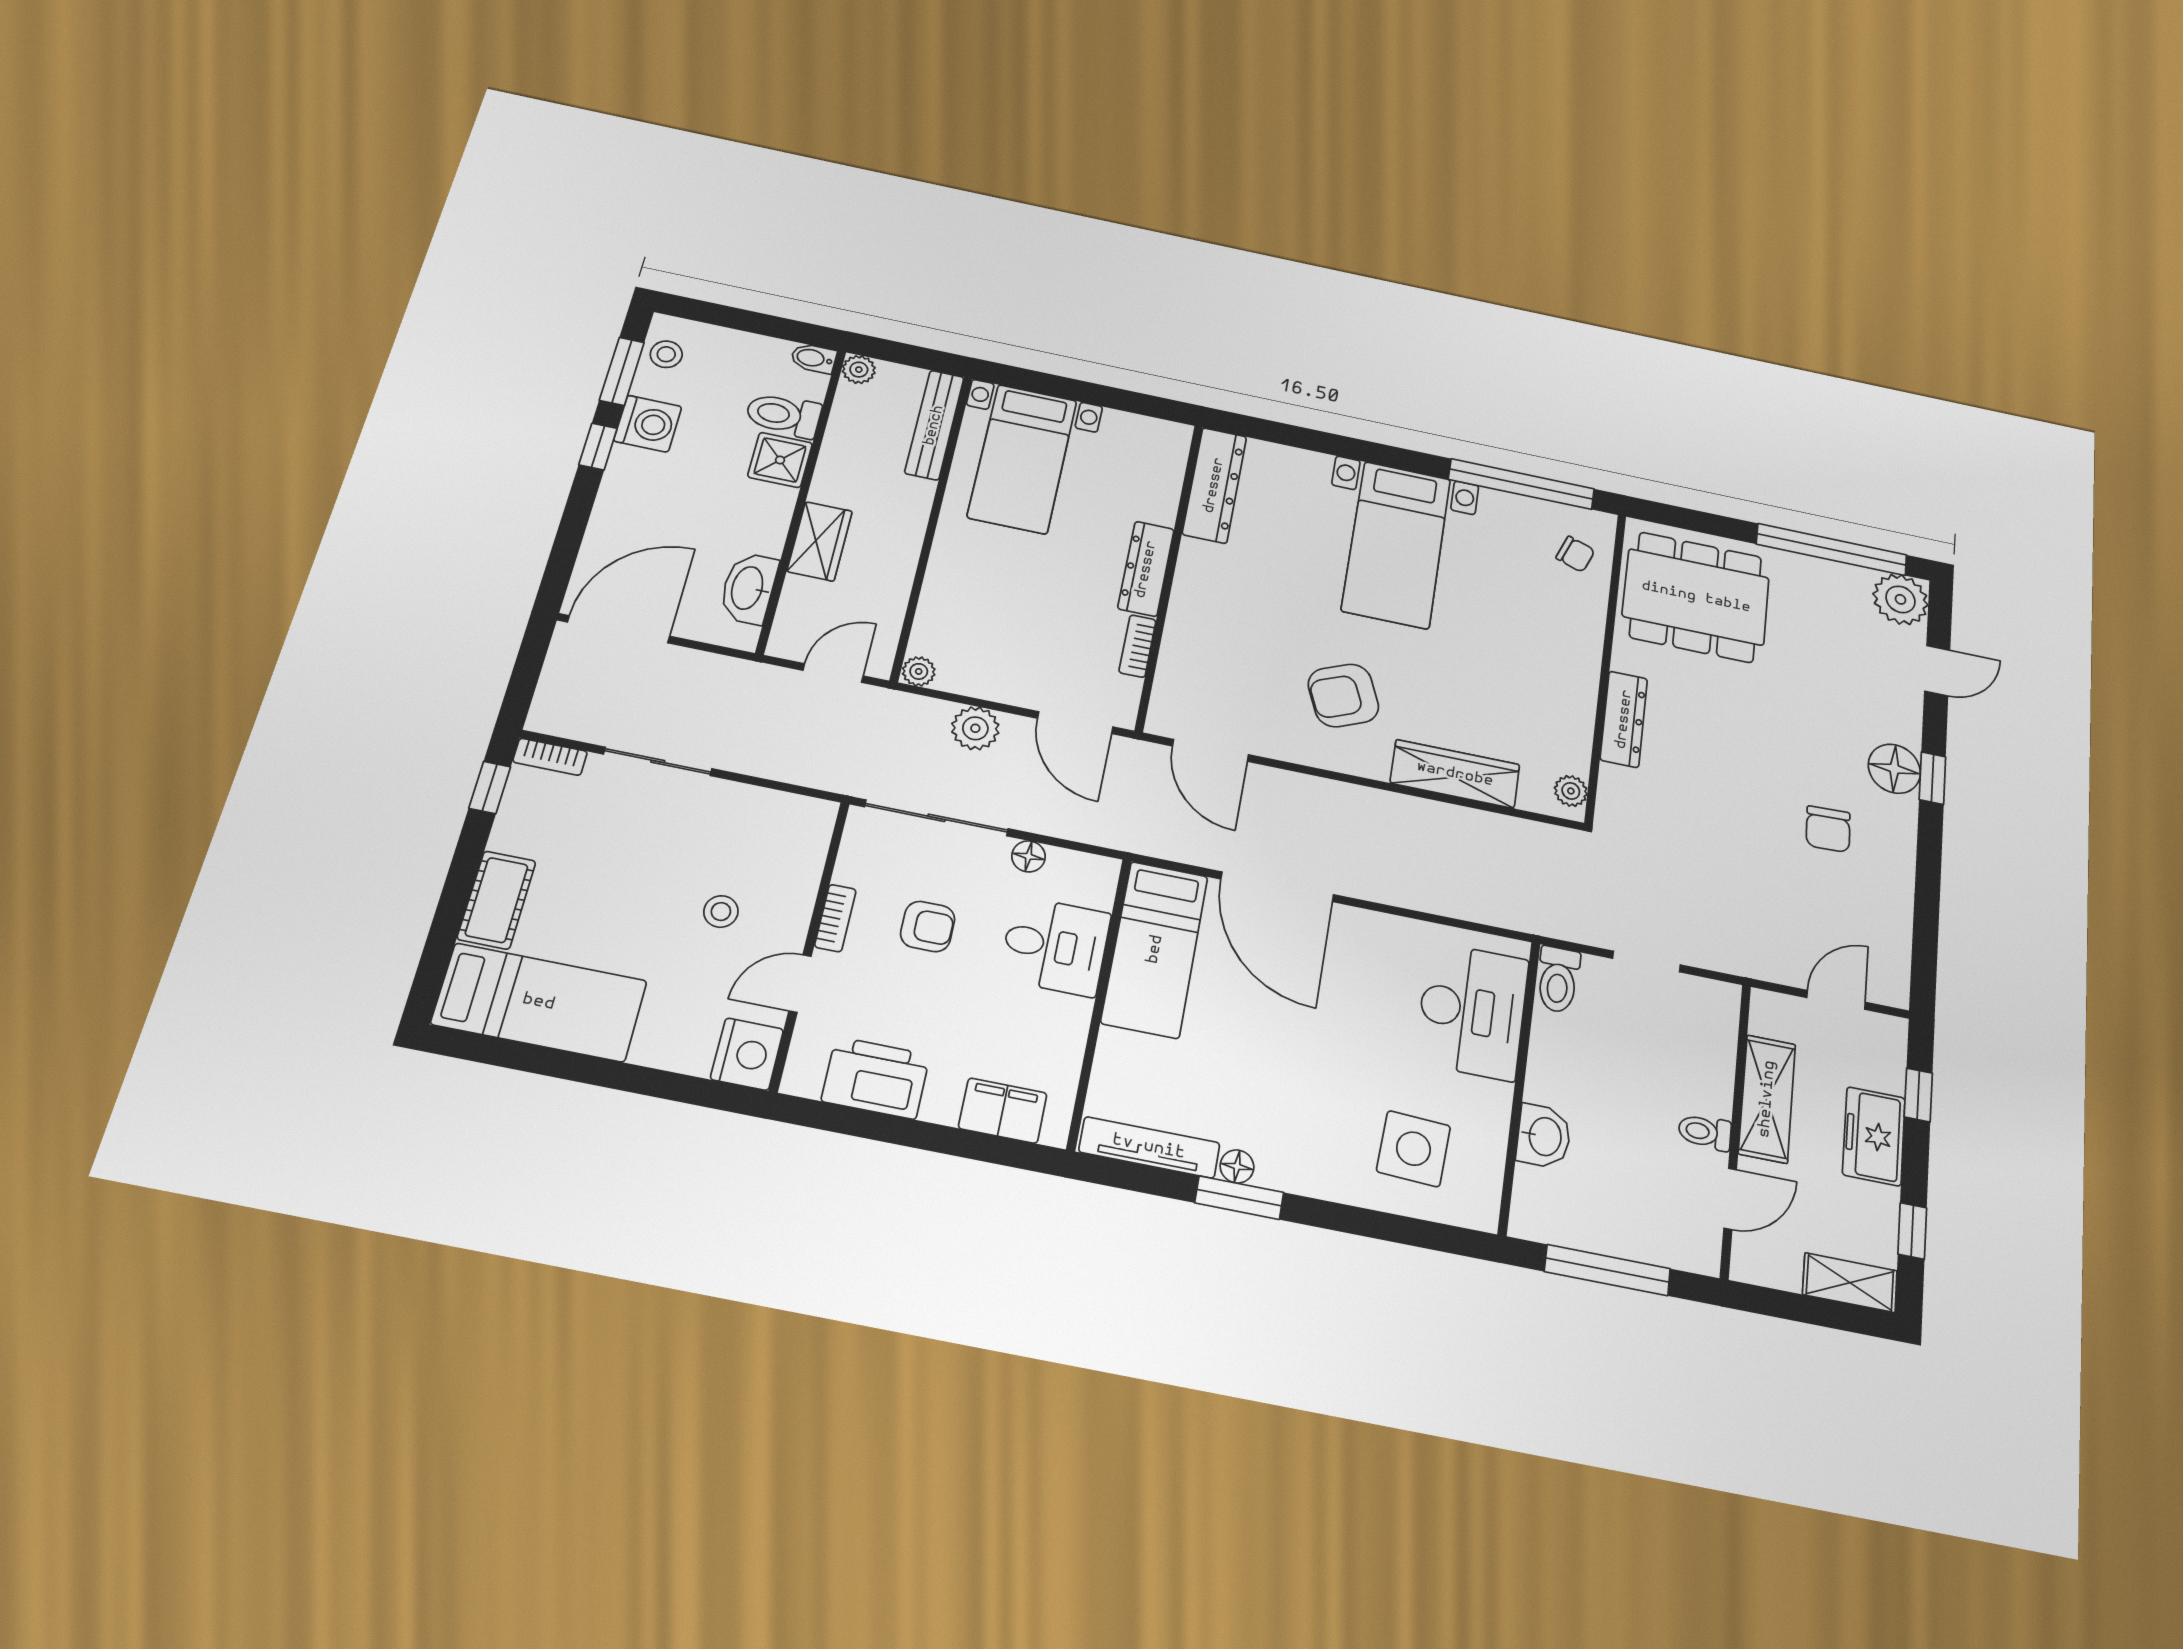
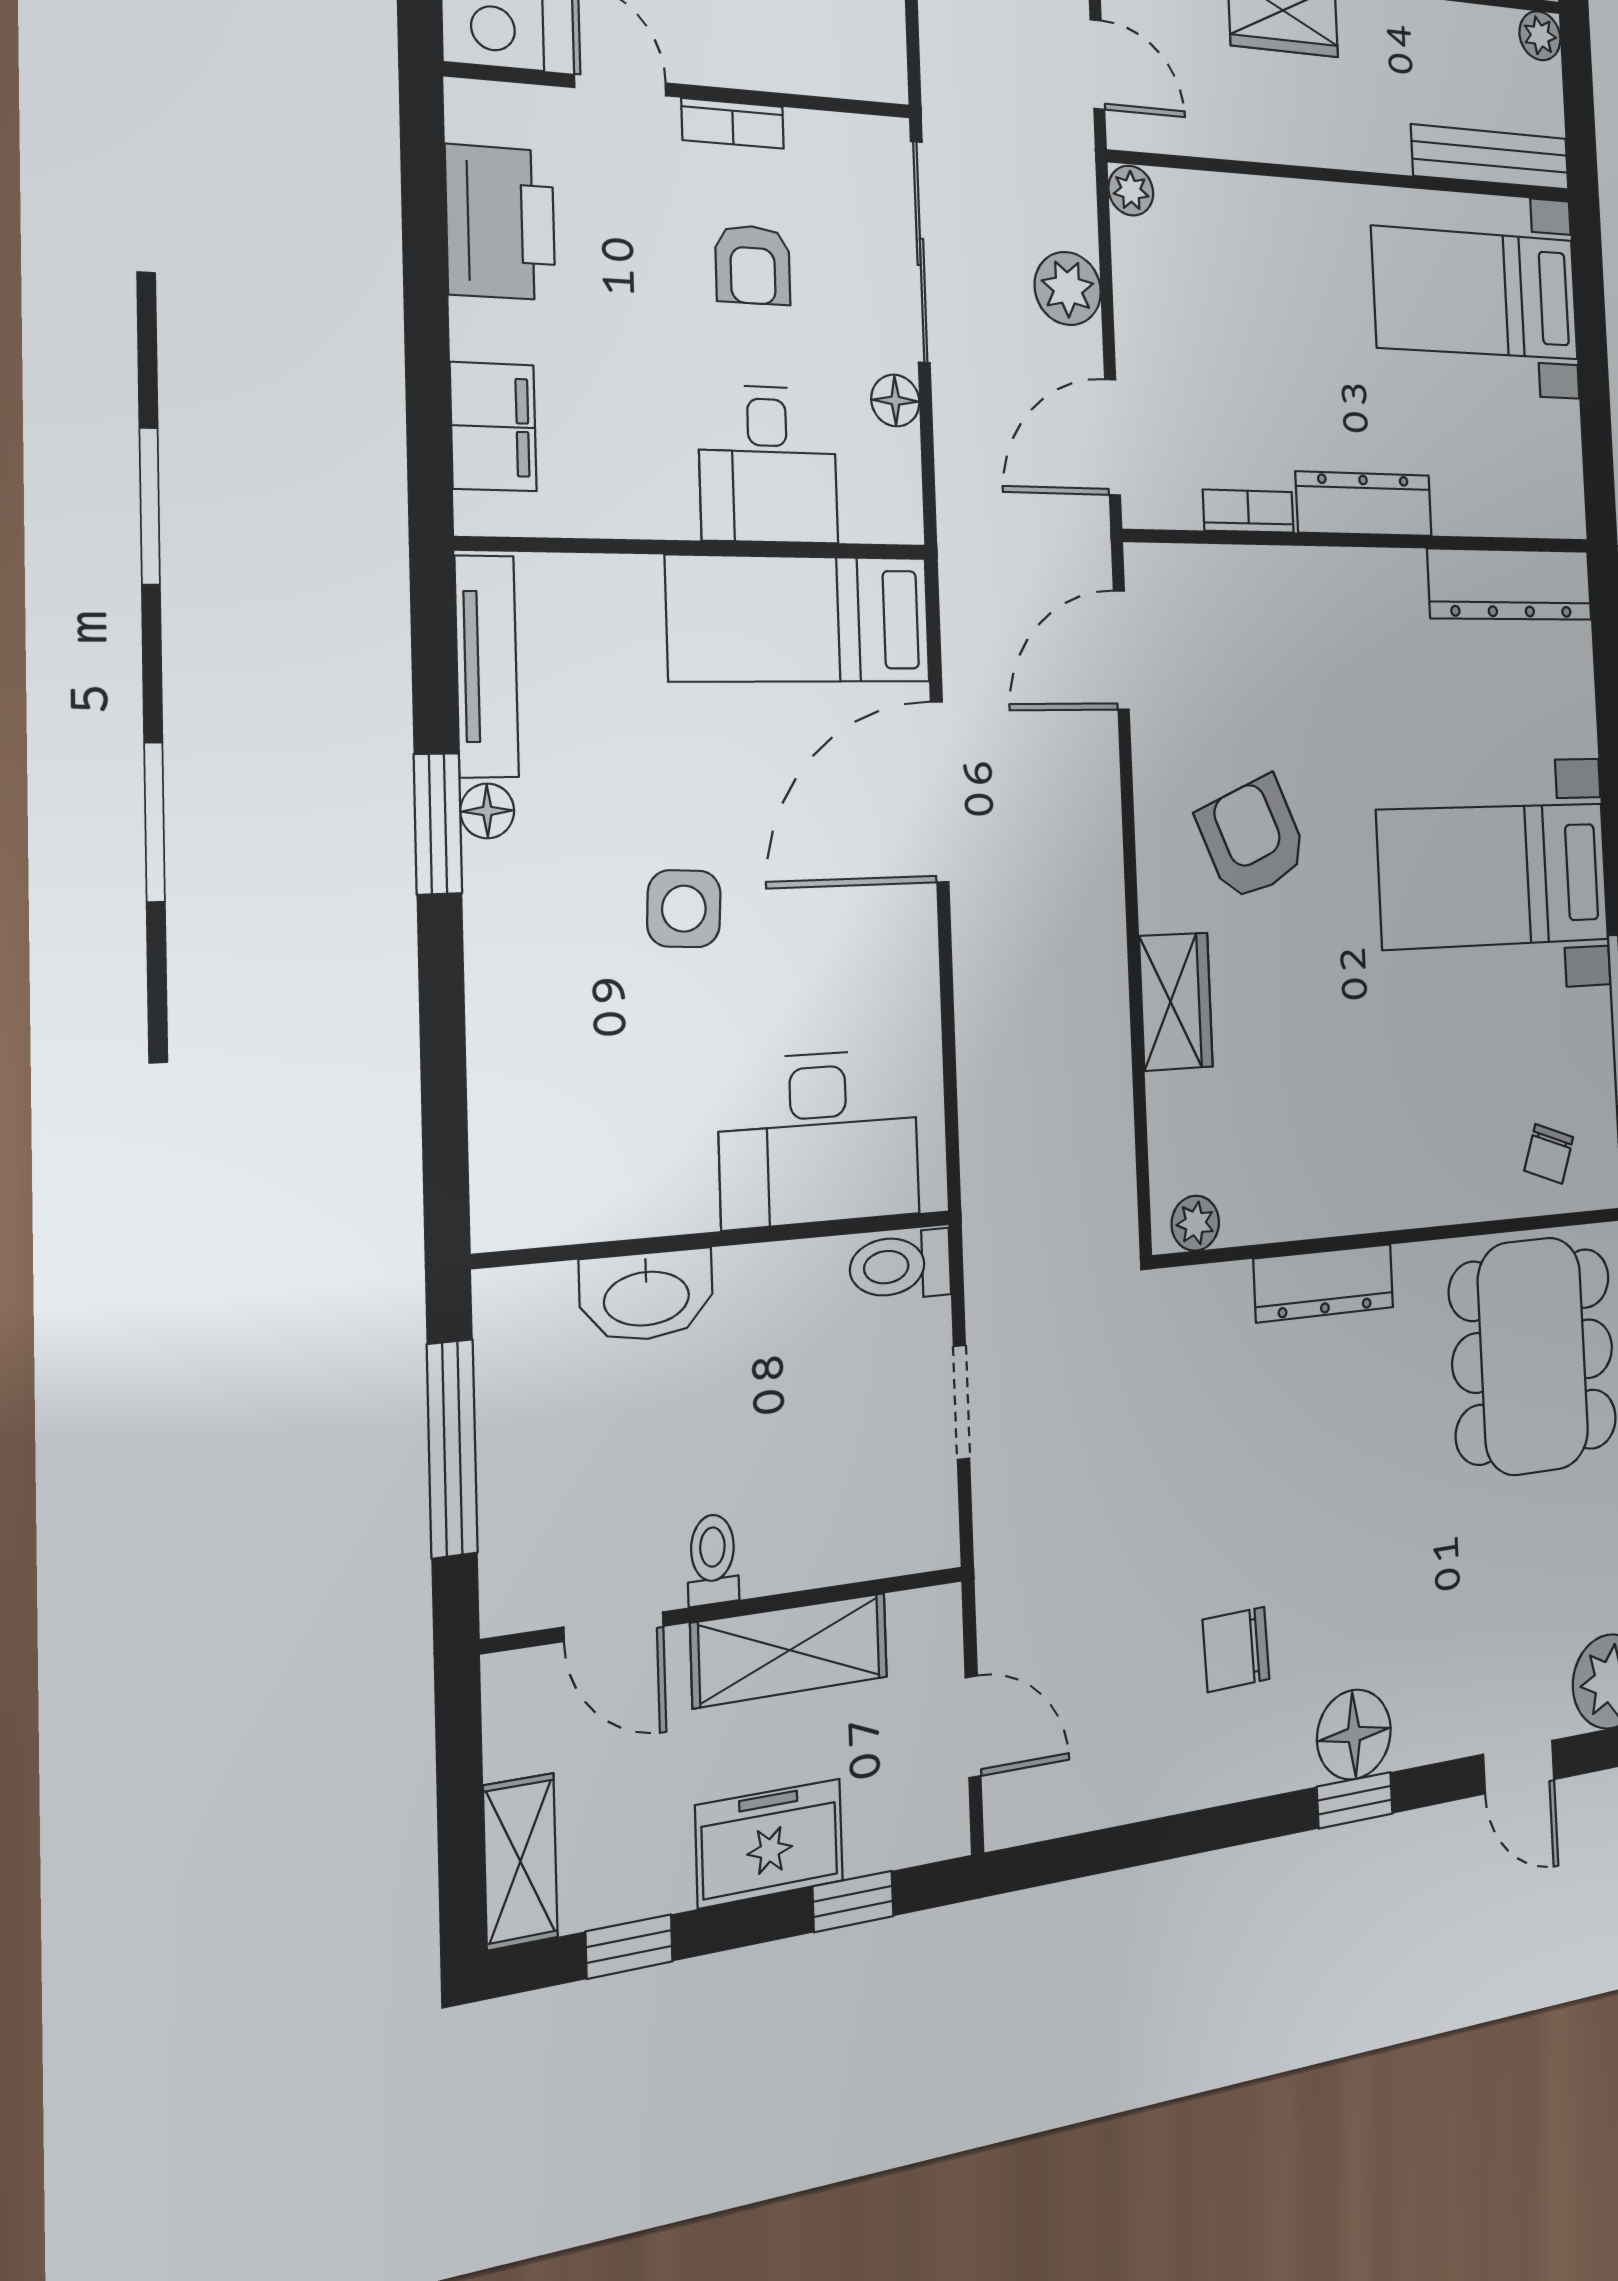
wardrobe: (1455, 774) -> (1176, 1002), width x0.67
washbasin: (1544, 1136) -> (647, 1296), width x1.38
side table: (1413, 1149) -> (684, 909), moved, width x0.73, depth x0.73

